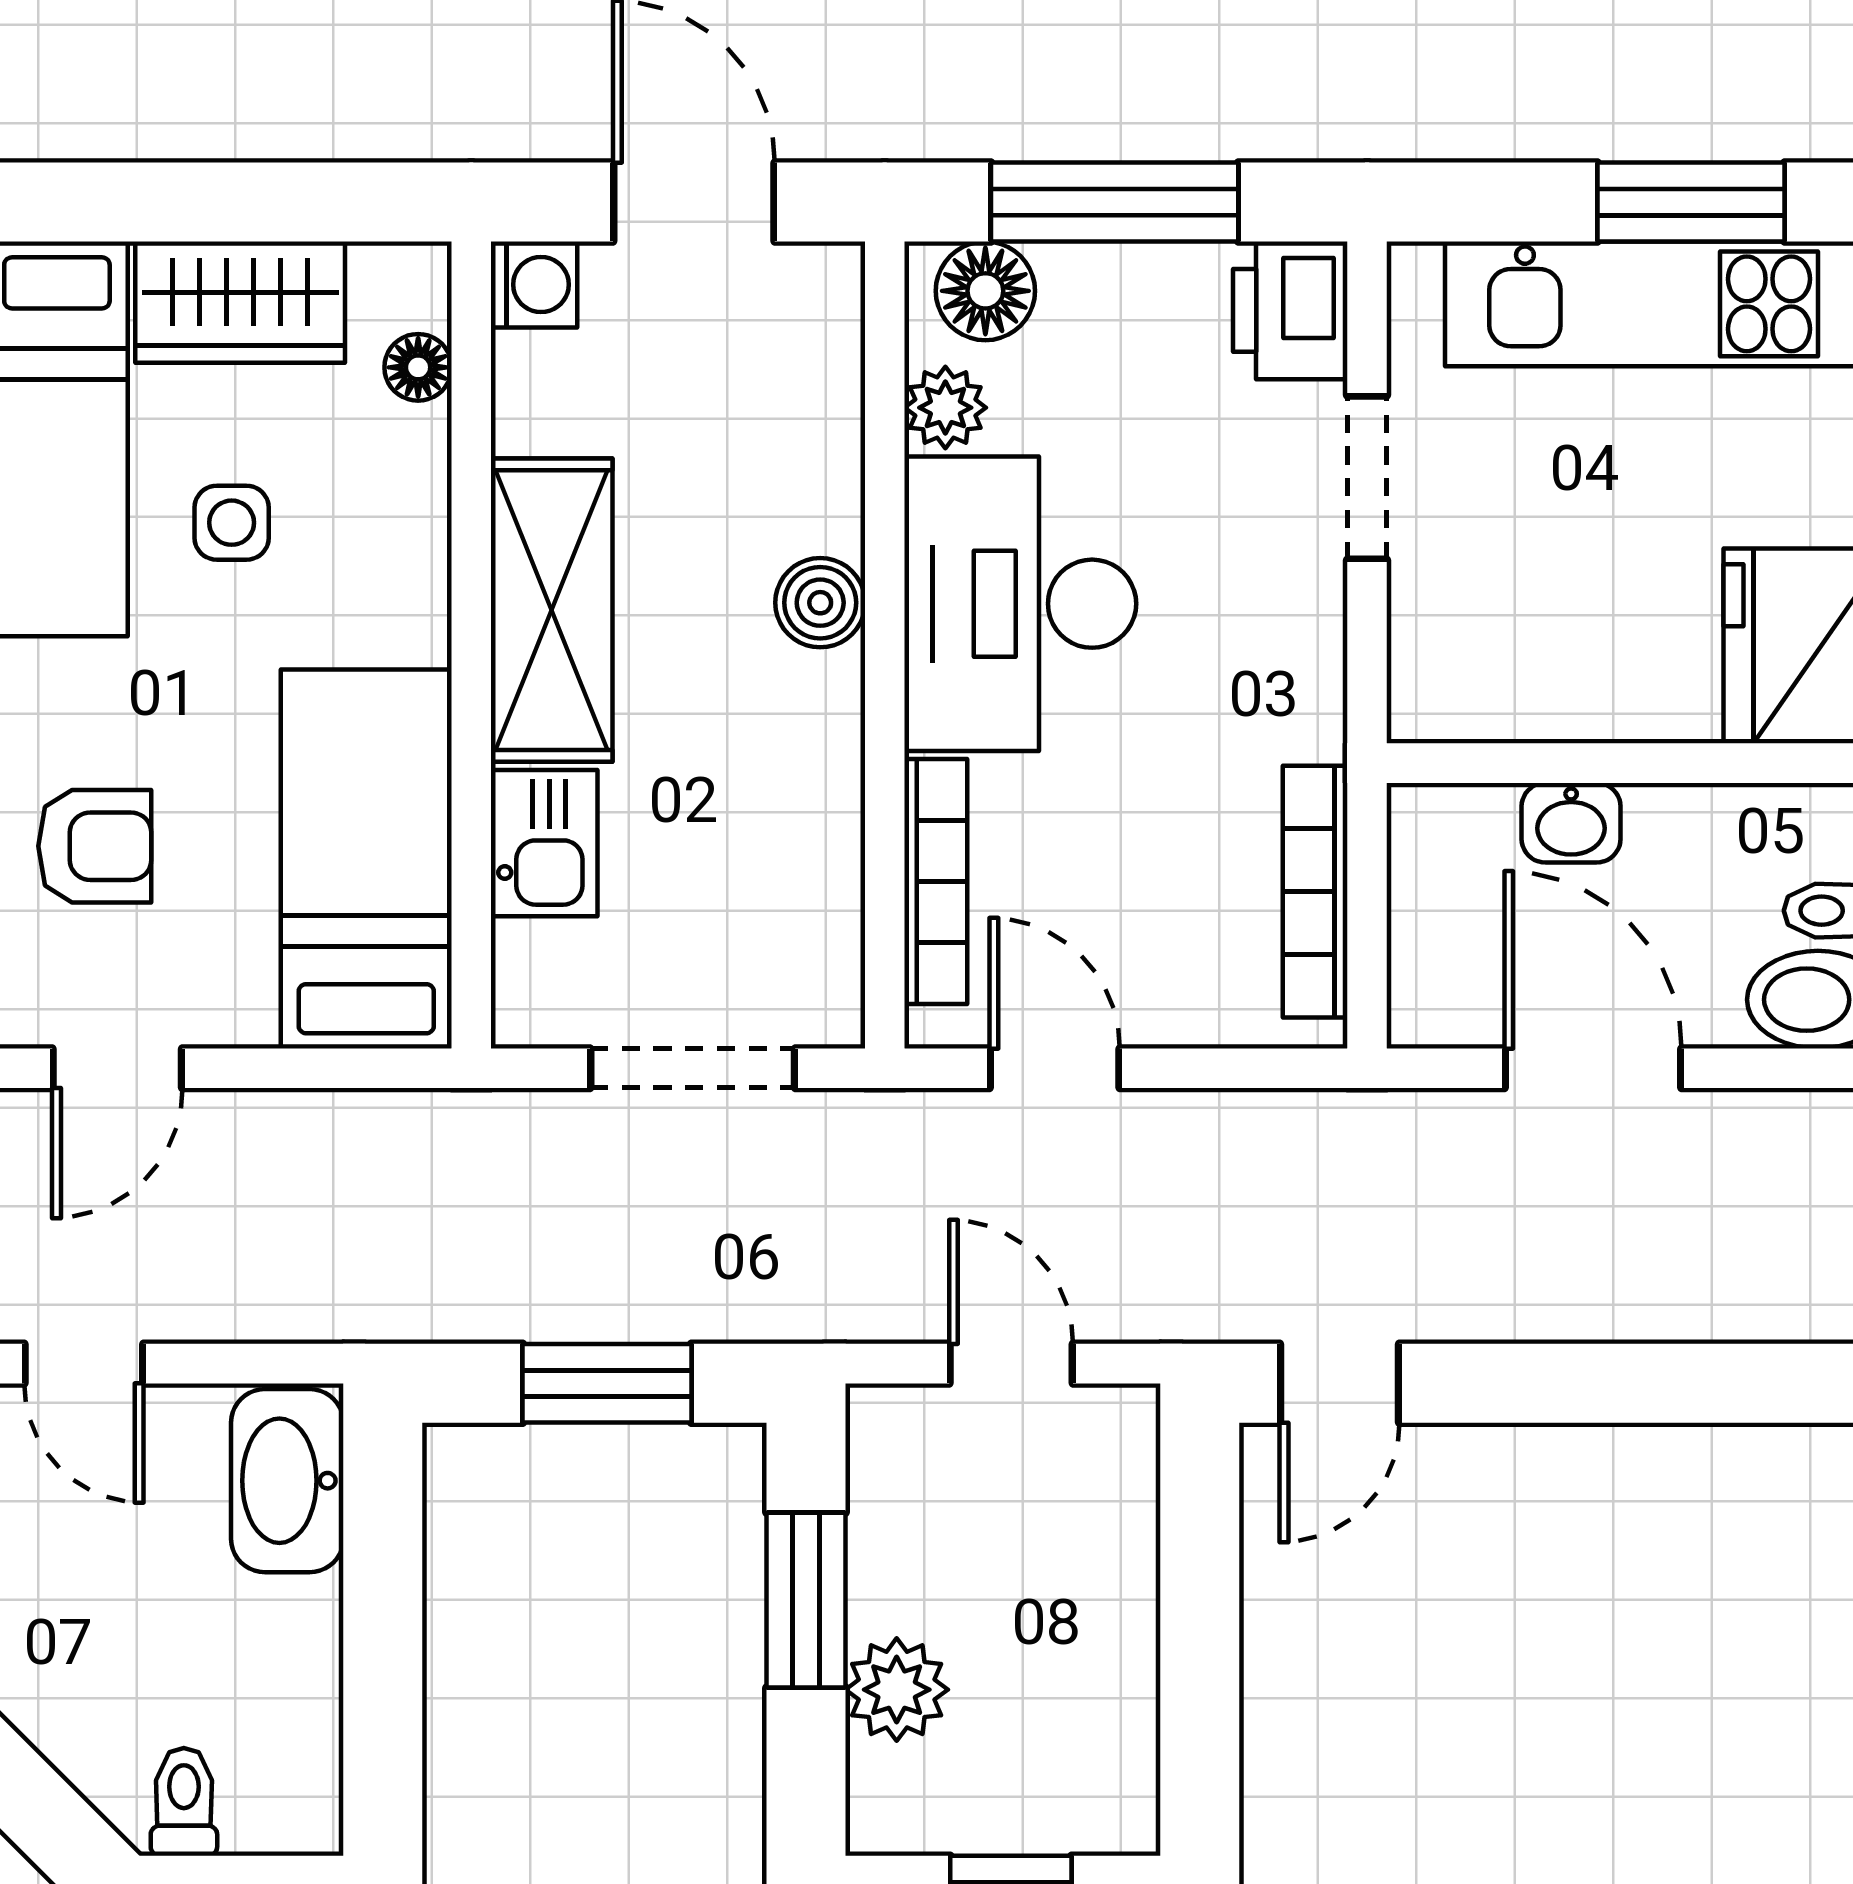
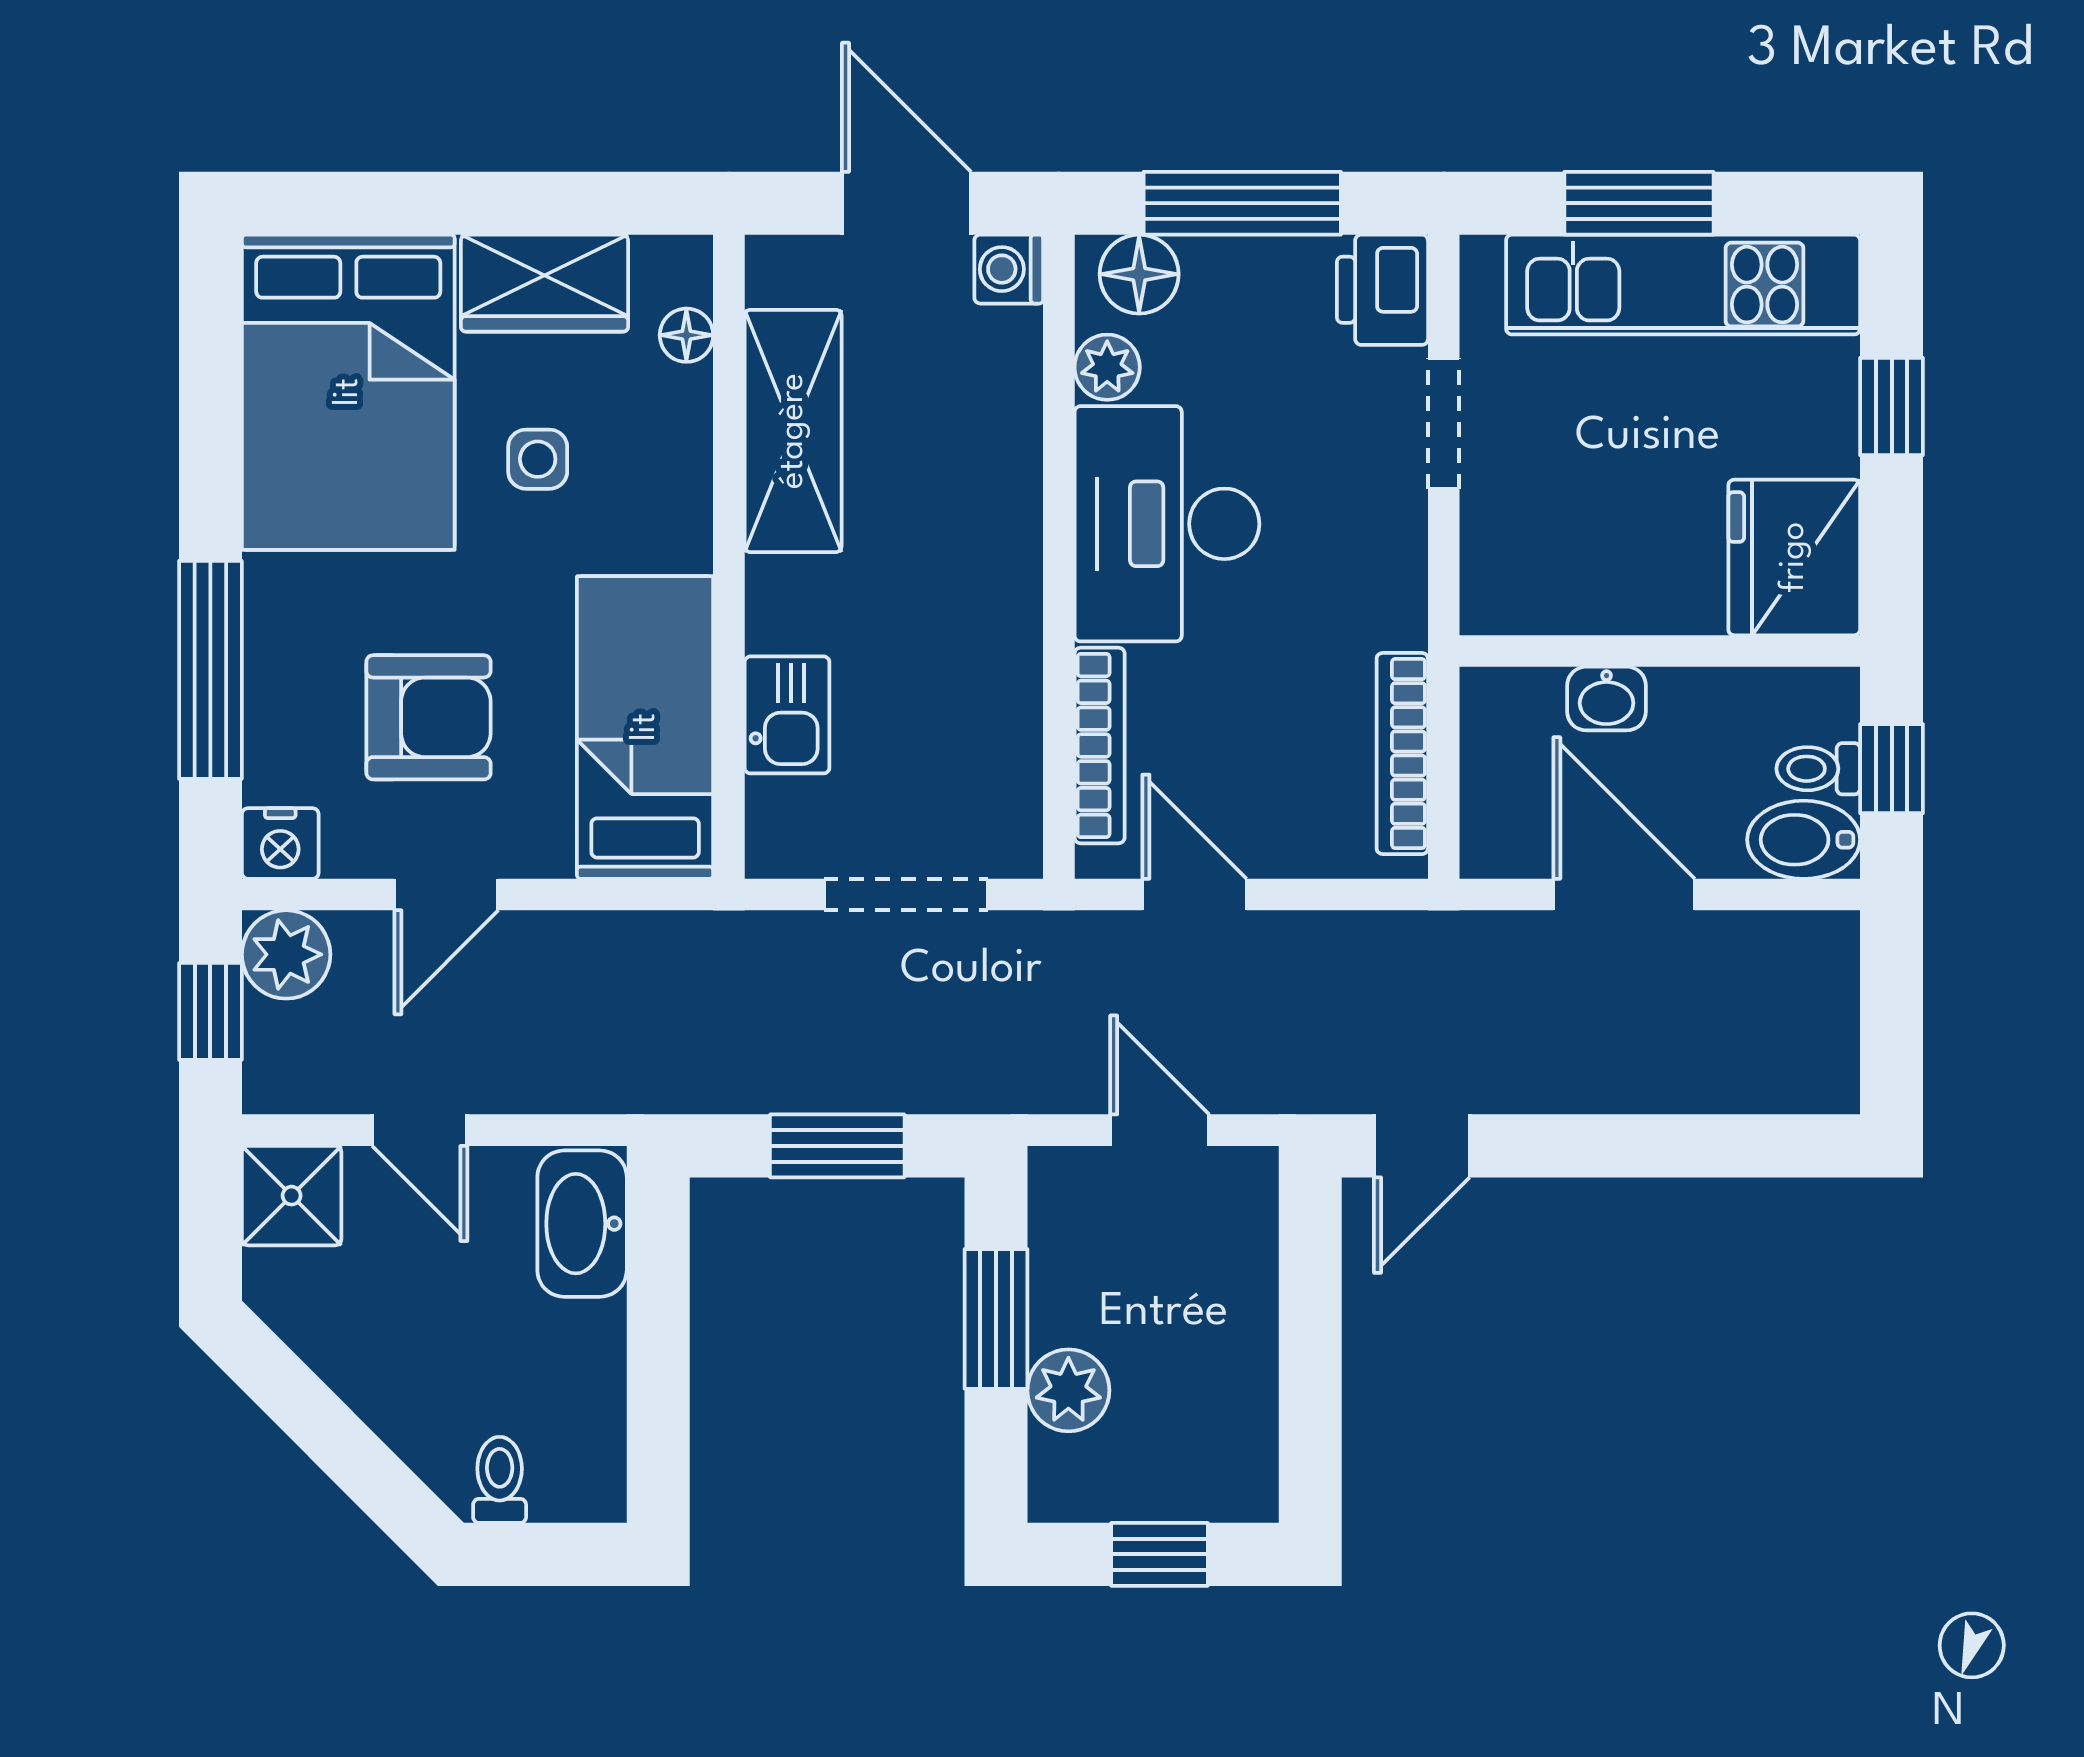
window: (1691, 202) -> (1639, 203), moved
washing machine: (534, 285) -> (1009, 269), moved, turned 180
boiler: (820, 603) -> (1007, 523), removed
shelving: (552, 610) -> (793, 431), moved
armchair: (95, 846) -> (428, 717), width x1.38, depth x1.38

